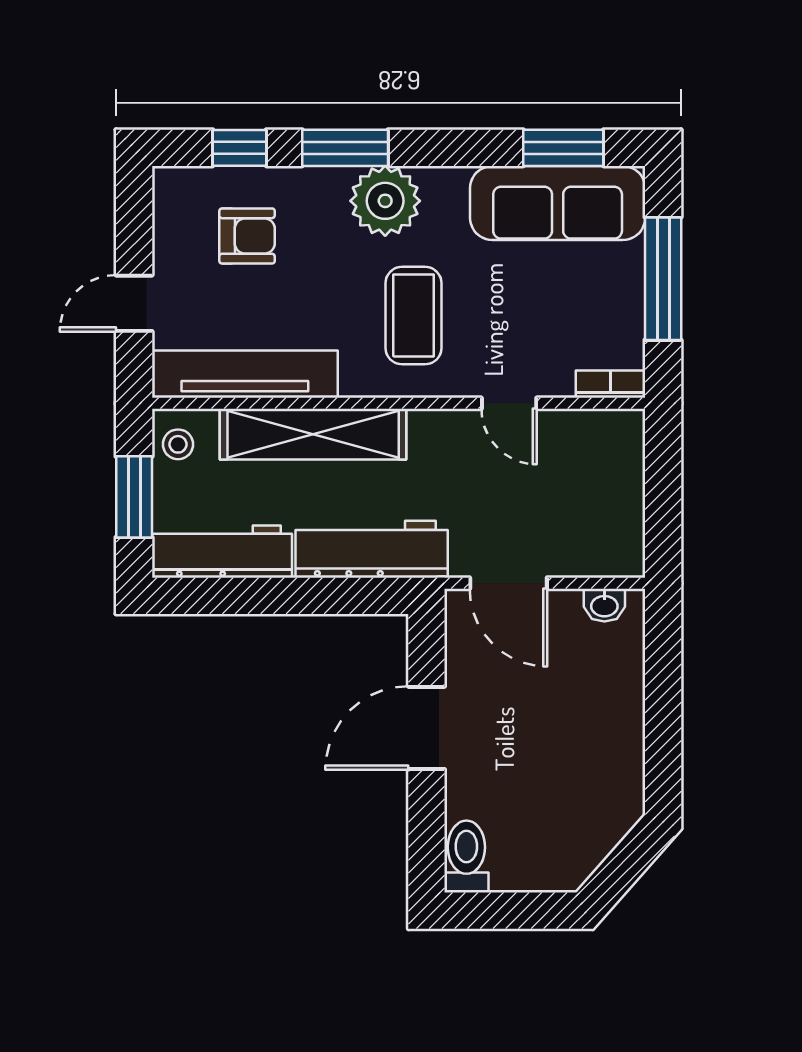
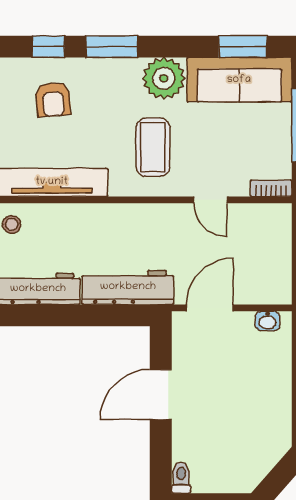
plant: (385, 201) -> (164, 78), moved
armchair: (247, 236) -> (53, 99), turned 85
shelving: (313, 434) -> (93, 218), removed
door: (508, 583) -> (210, 308), swing flipped
toilet: (466, 857) -> (181, 478), width x0.73, depth x0.72

